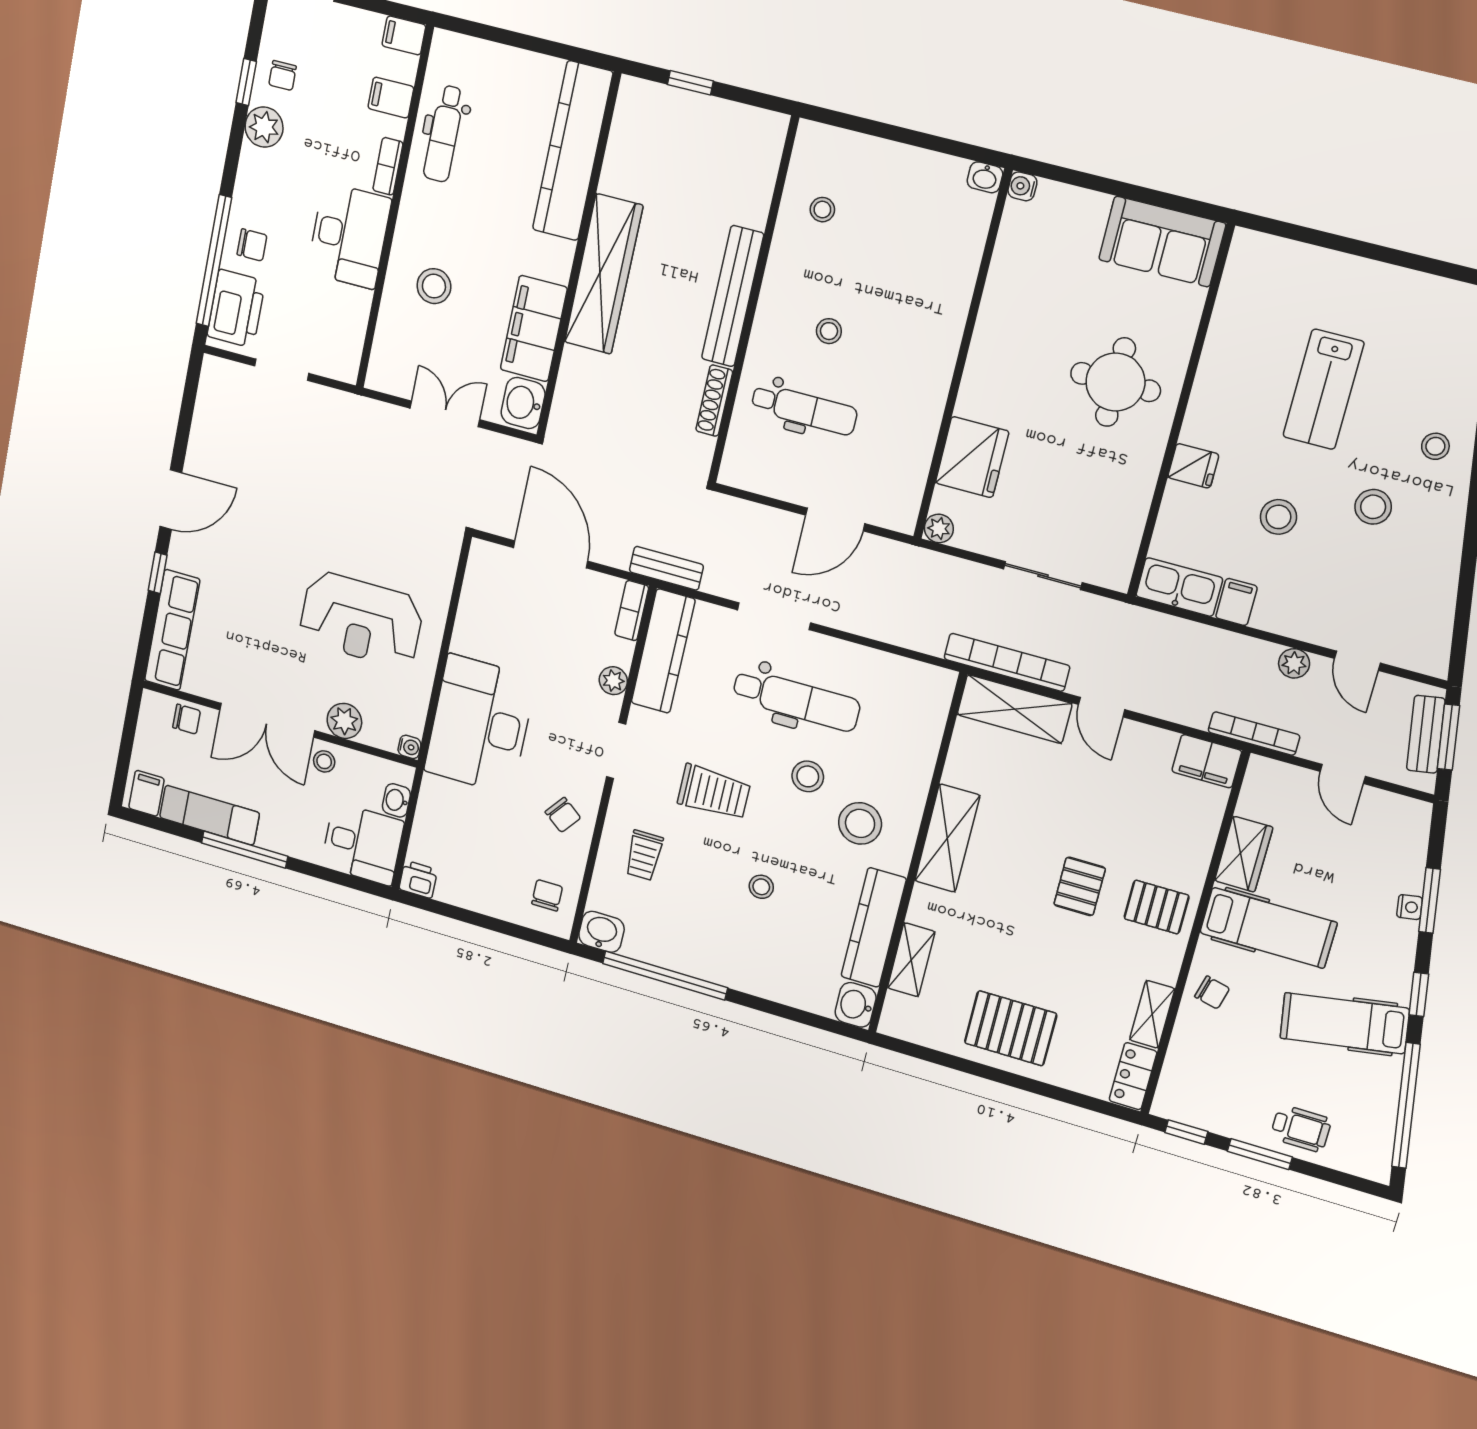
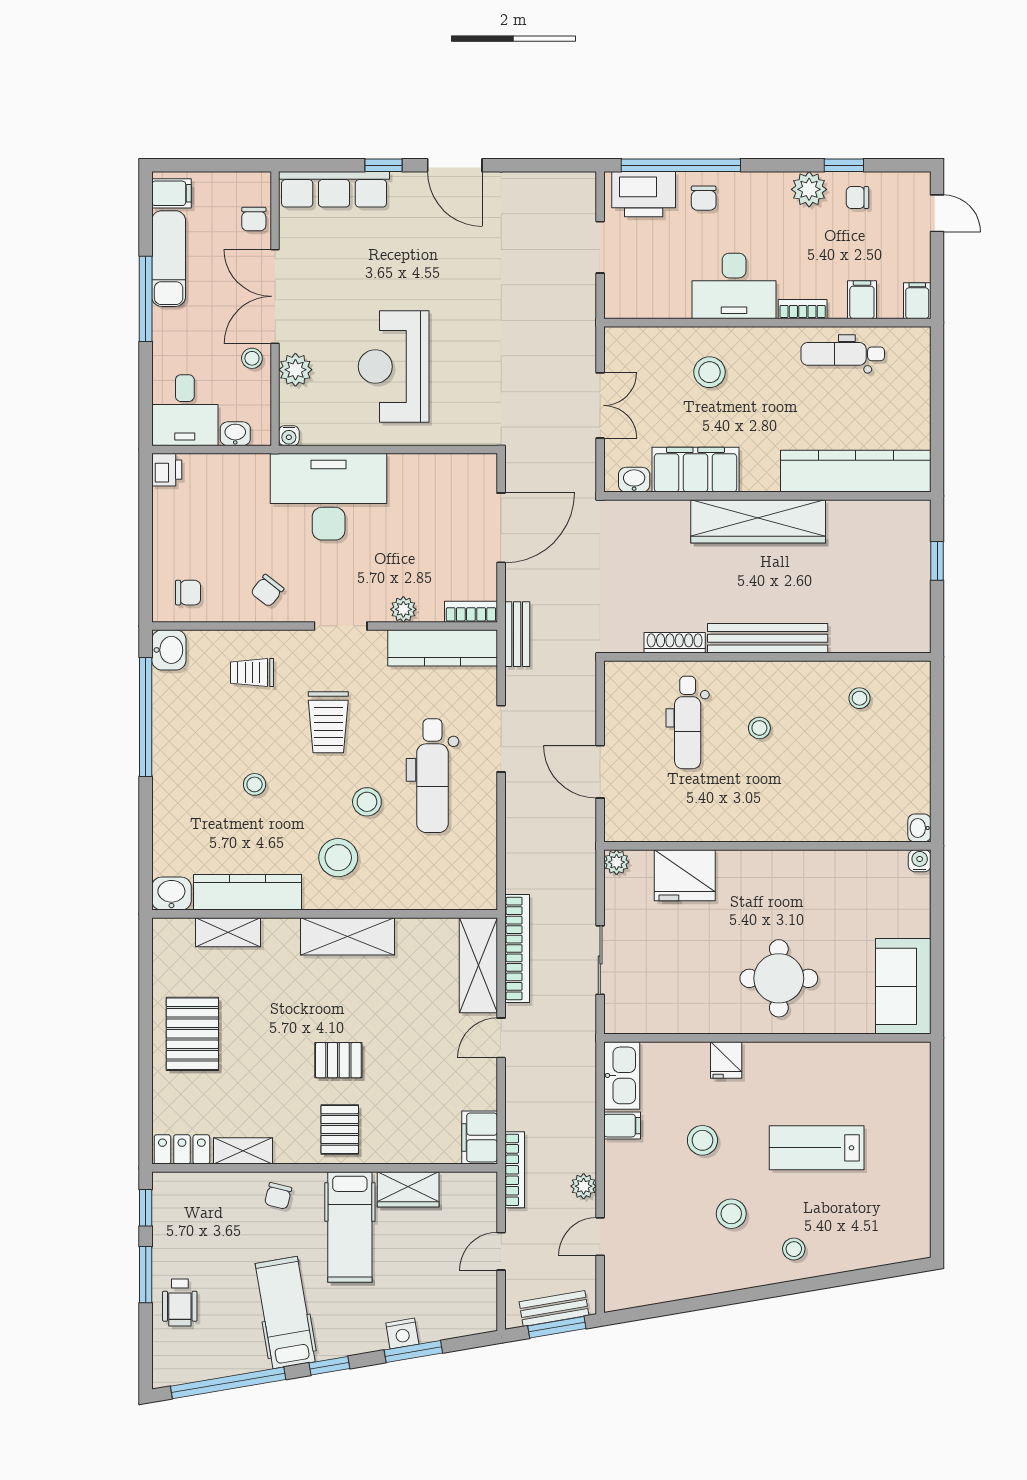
washbasin: (523, 403) -> (634, 480), width x0.72, depth x0.69
nightstand: (1410, 907) -> (402, 1334), width x1.39, depth x1.35

